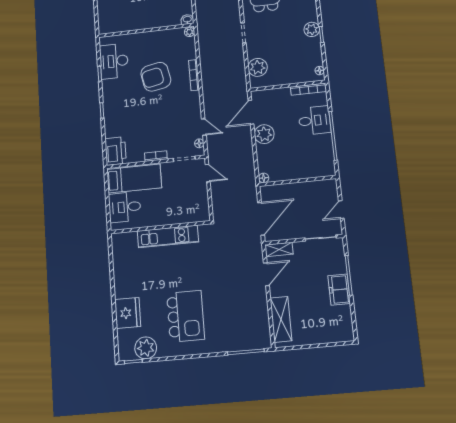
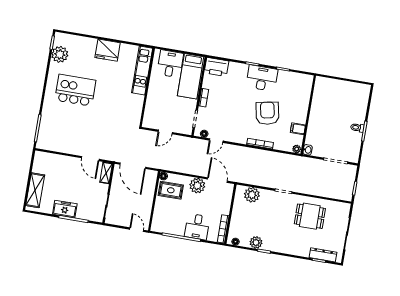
plant: (312, 29) -> (256, 242), moved
filing cabinet: (165, 37) -> (298, 129), added
desk: (114, 61) -> (262, 78), moved
rug: (279, 164) -> (171, 190), added
door: (208, 173) -> (165, 132), moved
door: (341, 210) -> (137, 230), moved
kitchen unit: (168, 236) -> (142, 70), moved
fridge: (128, 313) -> (108, 50), moved
kitchen island: (186, 316) -> (75, 90), turned 180
shelving: (281, 319) -> (35, 190), moved, turned 90

